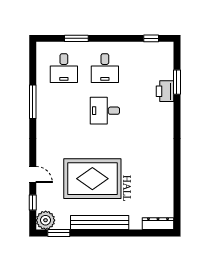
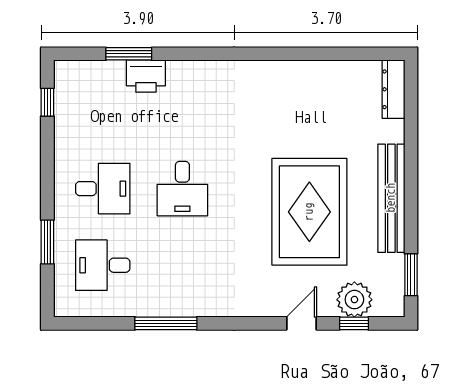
desk: (64, 68) -> (103, 265), turned 180
plant: (46, 220) -> (354, 300), moved

